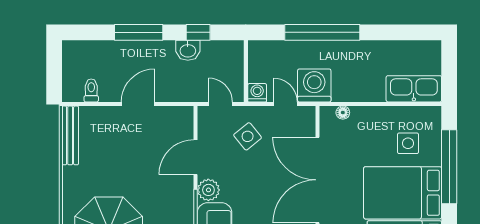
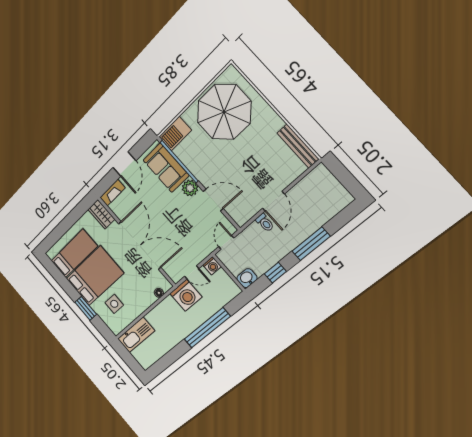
washbasin: (188, 50) -> (247, 278), moved
toilet: (91, 90) -> (265, 223), moved
door: (221, 104) -> (226, 242), swing flipped
side table: (248, 136) -> (196, 237), removed
door: (195, 157) -> (213, 200), hinge flipped
window: (449, 167) -> (86, 308), width x0.47

